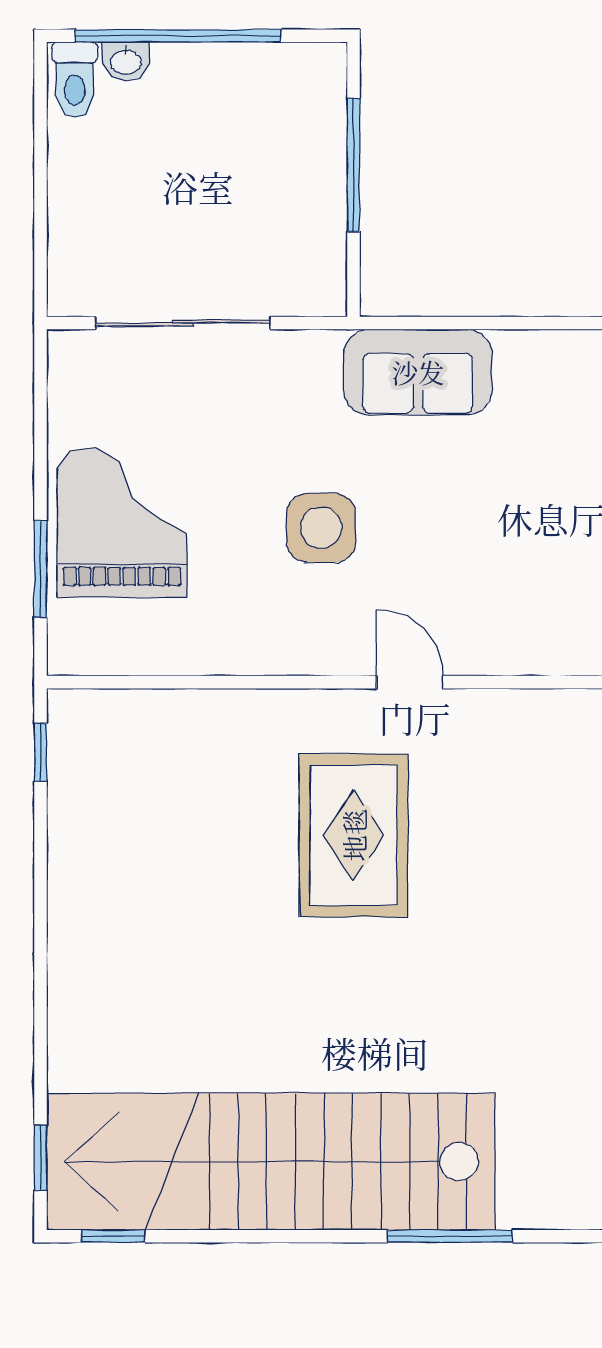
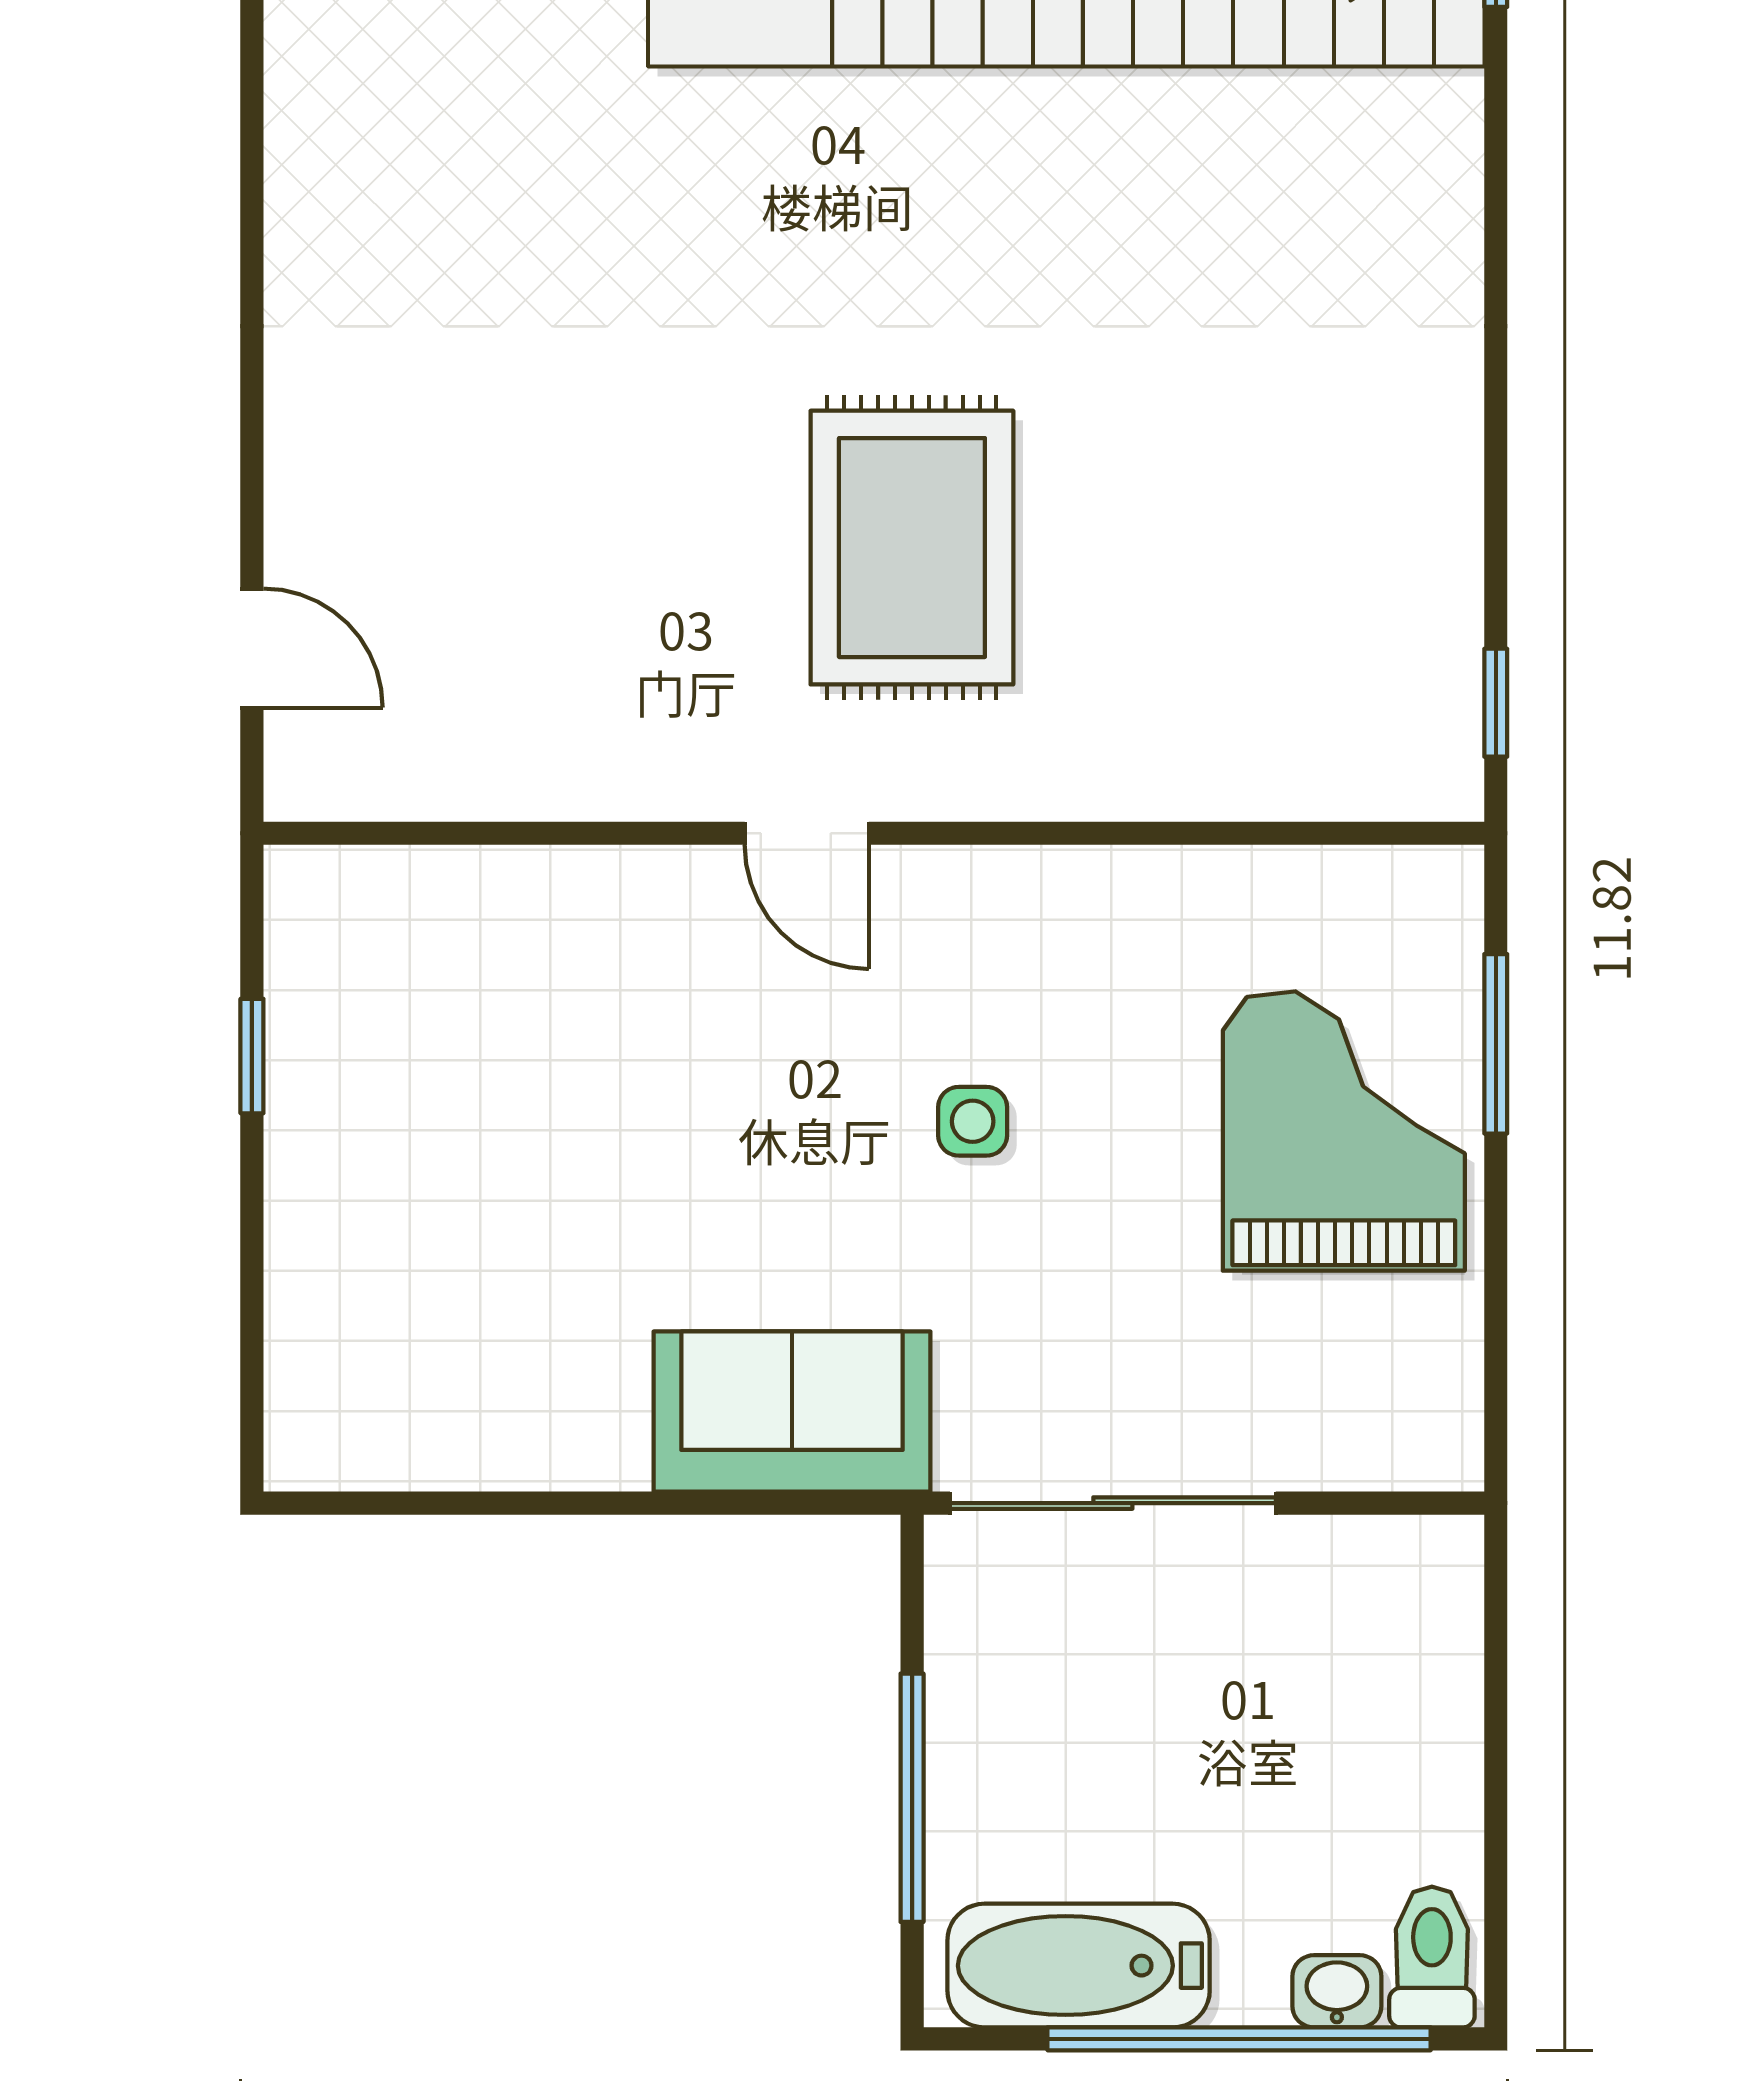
bathtub: (264, 75) -> (1079, 1966), added
sliding door: (183, 323) -> (1113, 1503), moved
grand piano: (122, 522) -> (1344, 1131), turned 180
side table: (321, 528) -> (973, 1121), width x0.54, depth x0.54

